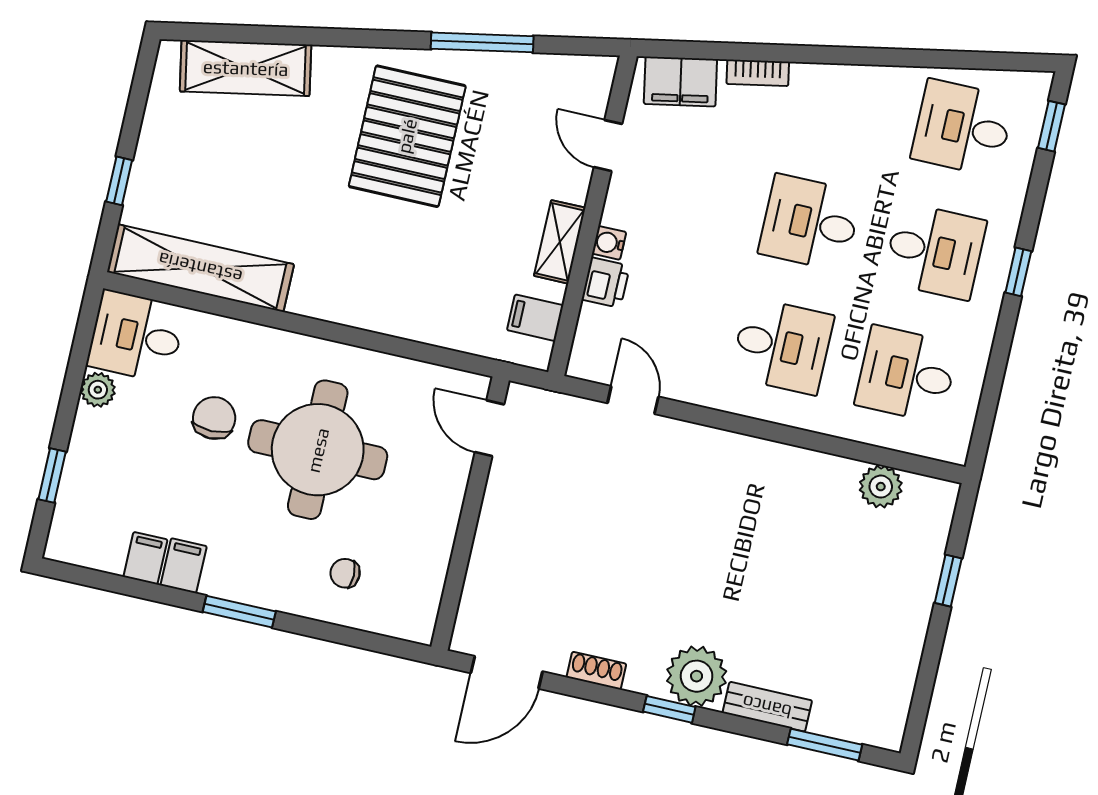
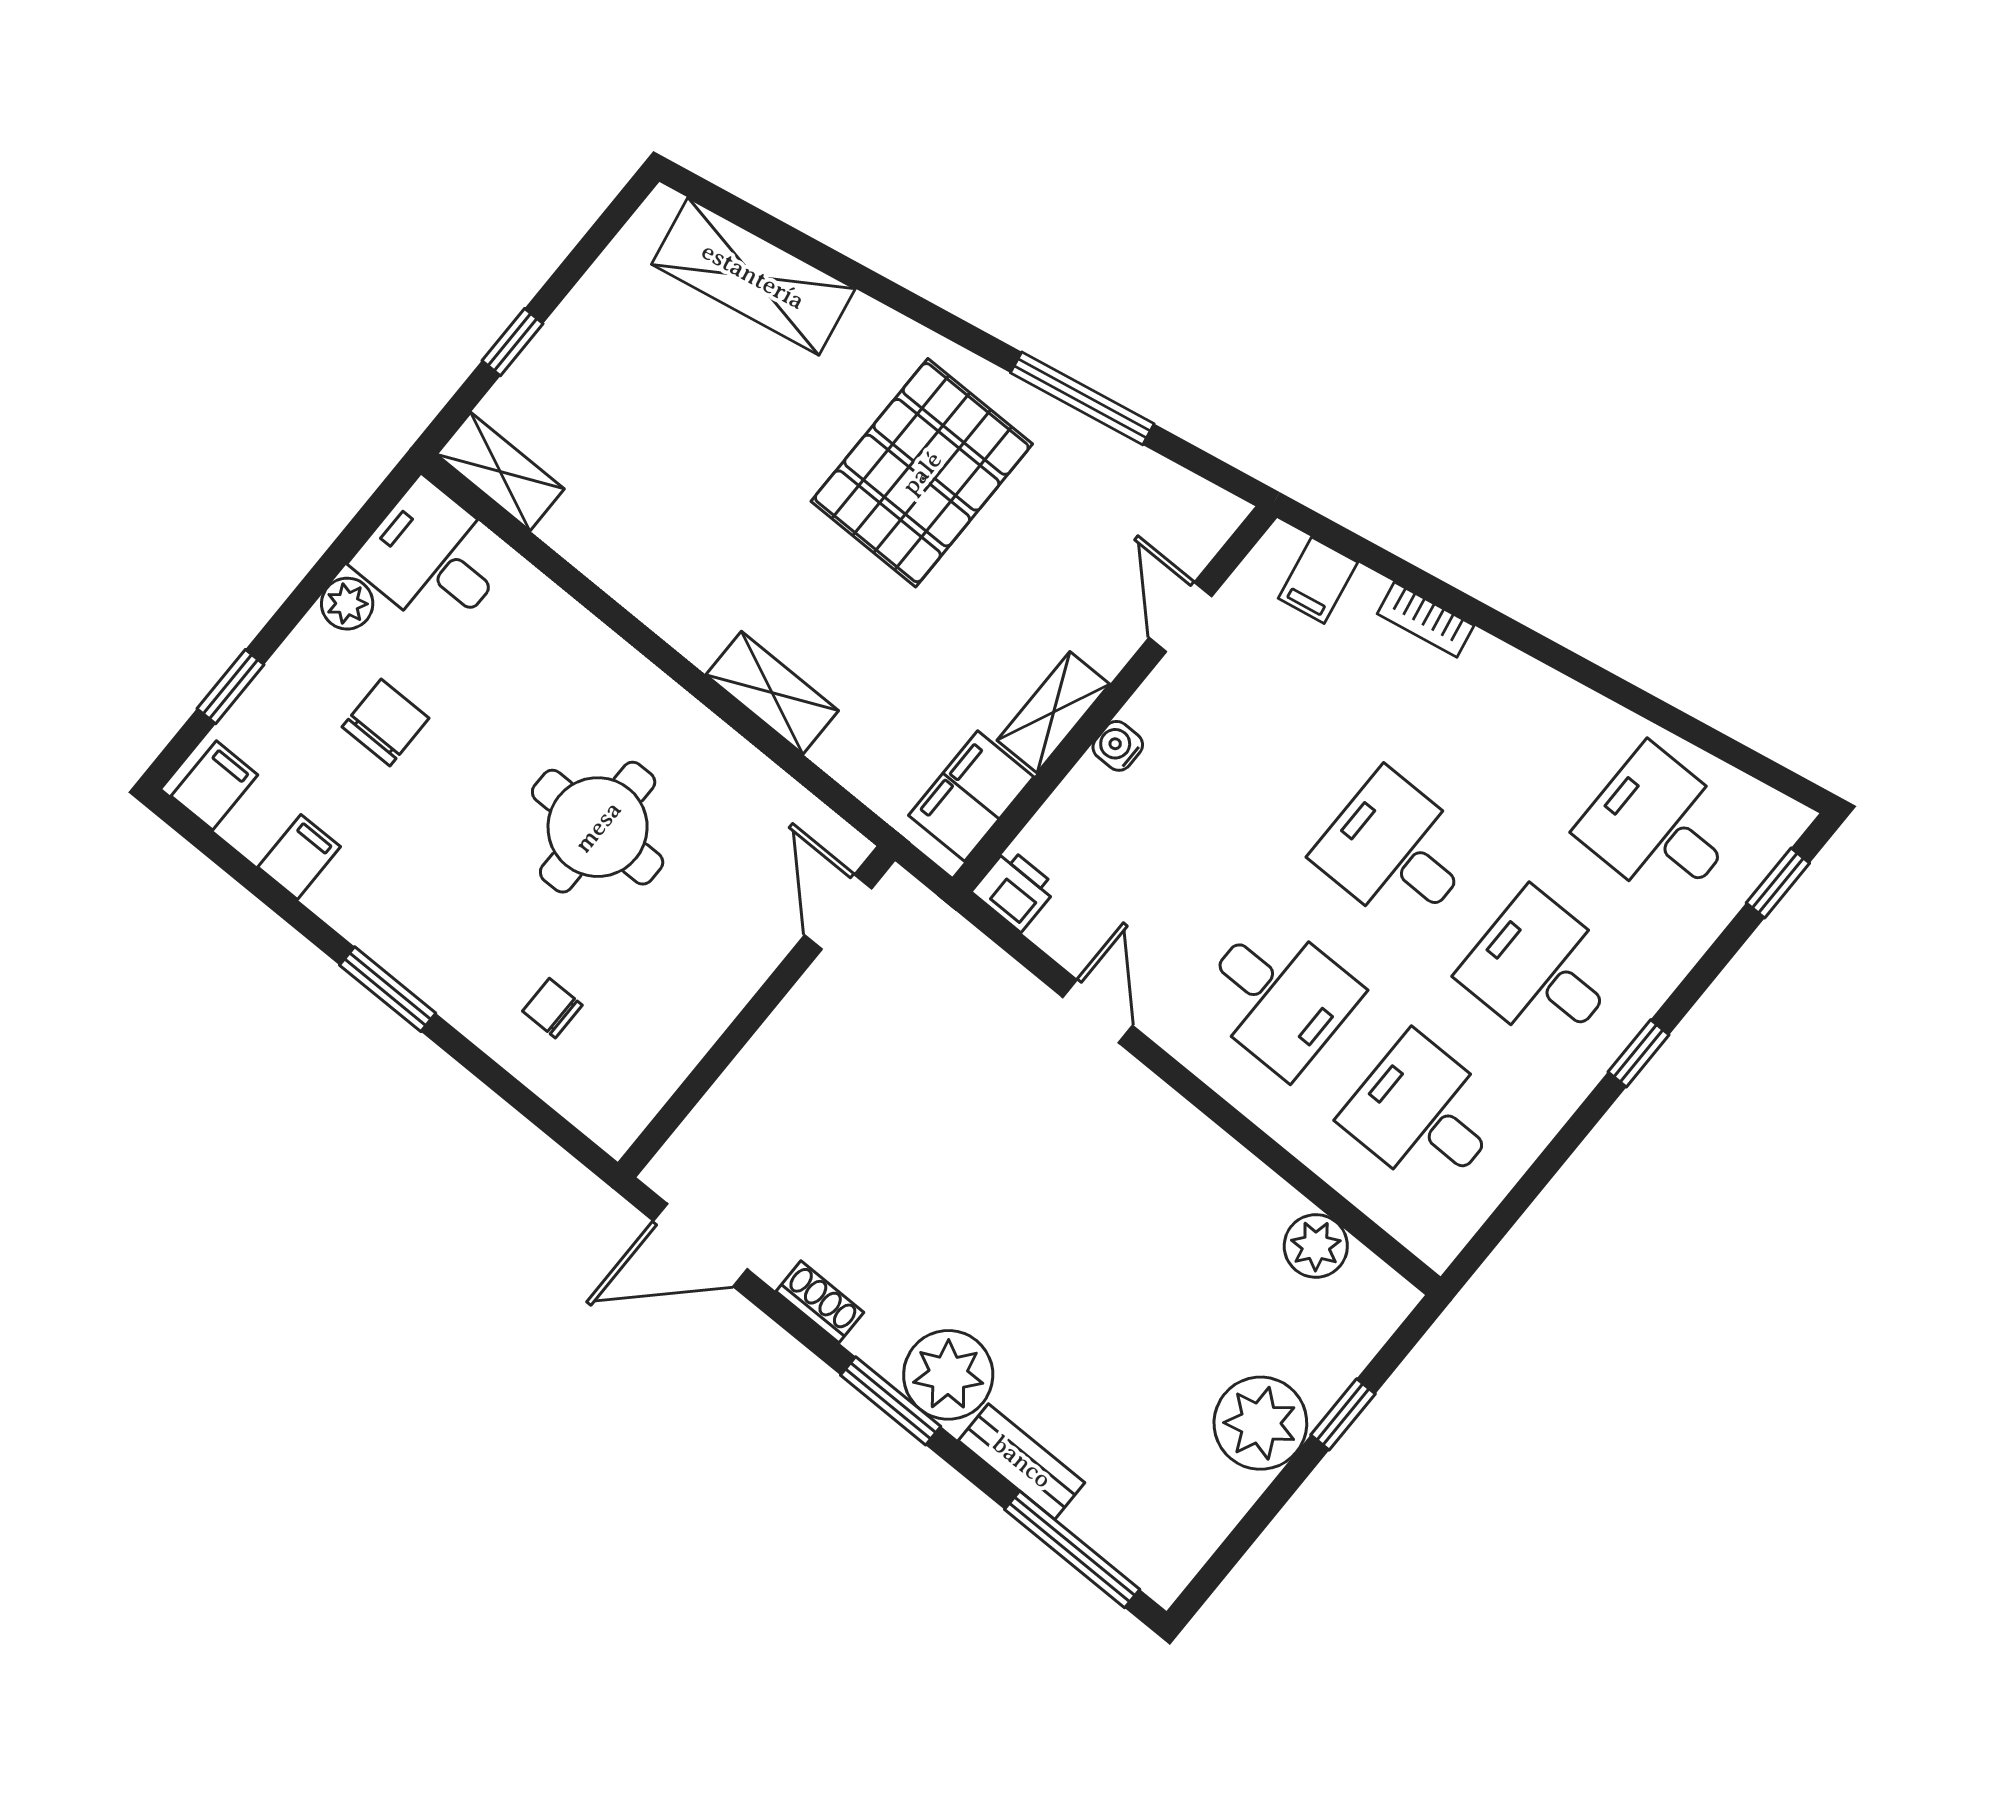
filing cabinet: (680, 82) -> (1318, 580), width x0.50
desk: (935, 251) -> (1542, 971), turned 180
shelving: (200, 268) -> (500, 472), width x0.45, depth x0.75
printer: (606, 283) -> (1015, 890), moved, turned -90
shelving: (383, 315) -> (772, 693), added
filing cabinet: (535, 318) -> (971, 796), width x2.00
door: (633, 400) -> (1098, 1011), moved
chair: (214, 418) -> (386, 722), moved
round table: (318, 450) -> (598, 827), width x0.73, depth x0.73
filing cabinet: (184, 566) -> (214, 785), moved
plant: (901, 611) -> (1260, 1423), added
window: (669, 709) -> (891, 1401), width x1.50
window: (825, 745) -> (1072, 1549), width x1.44

